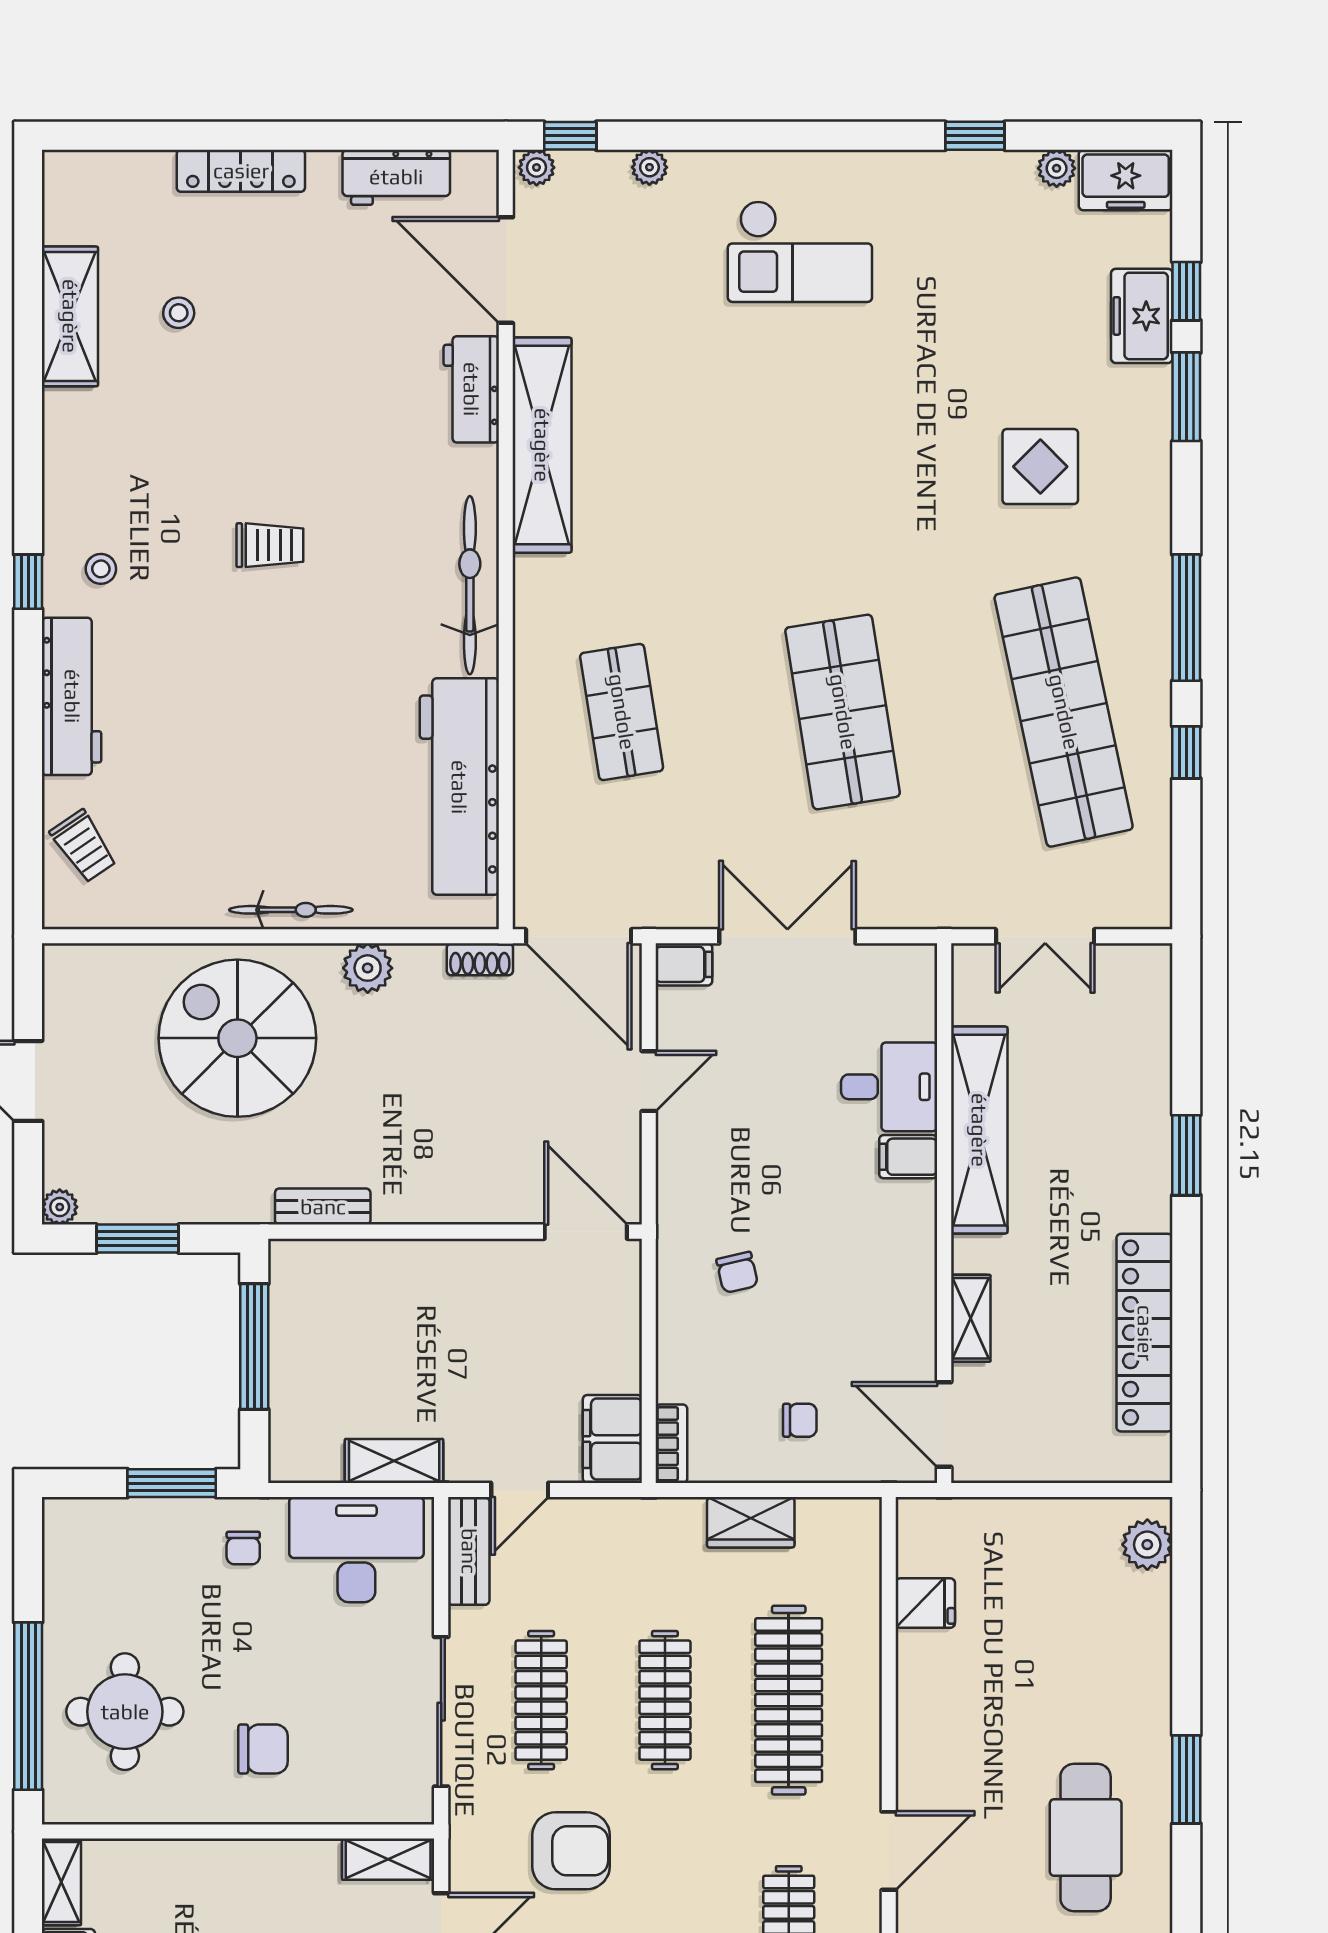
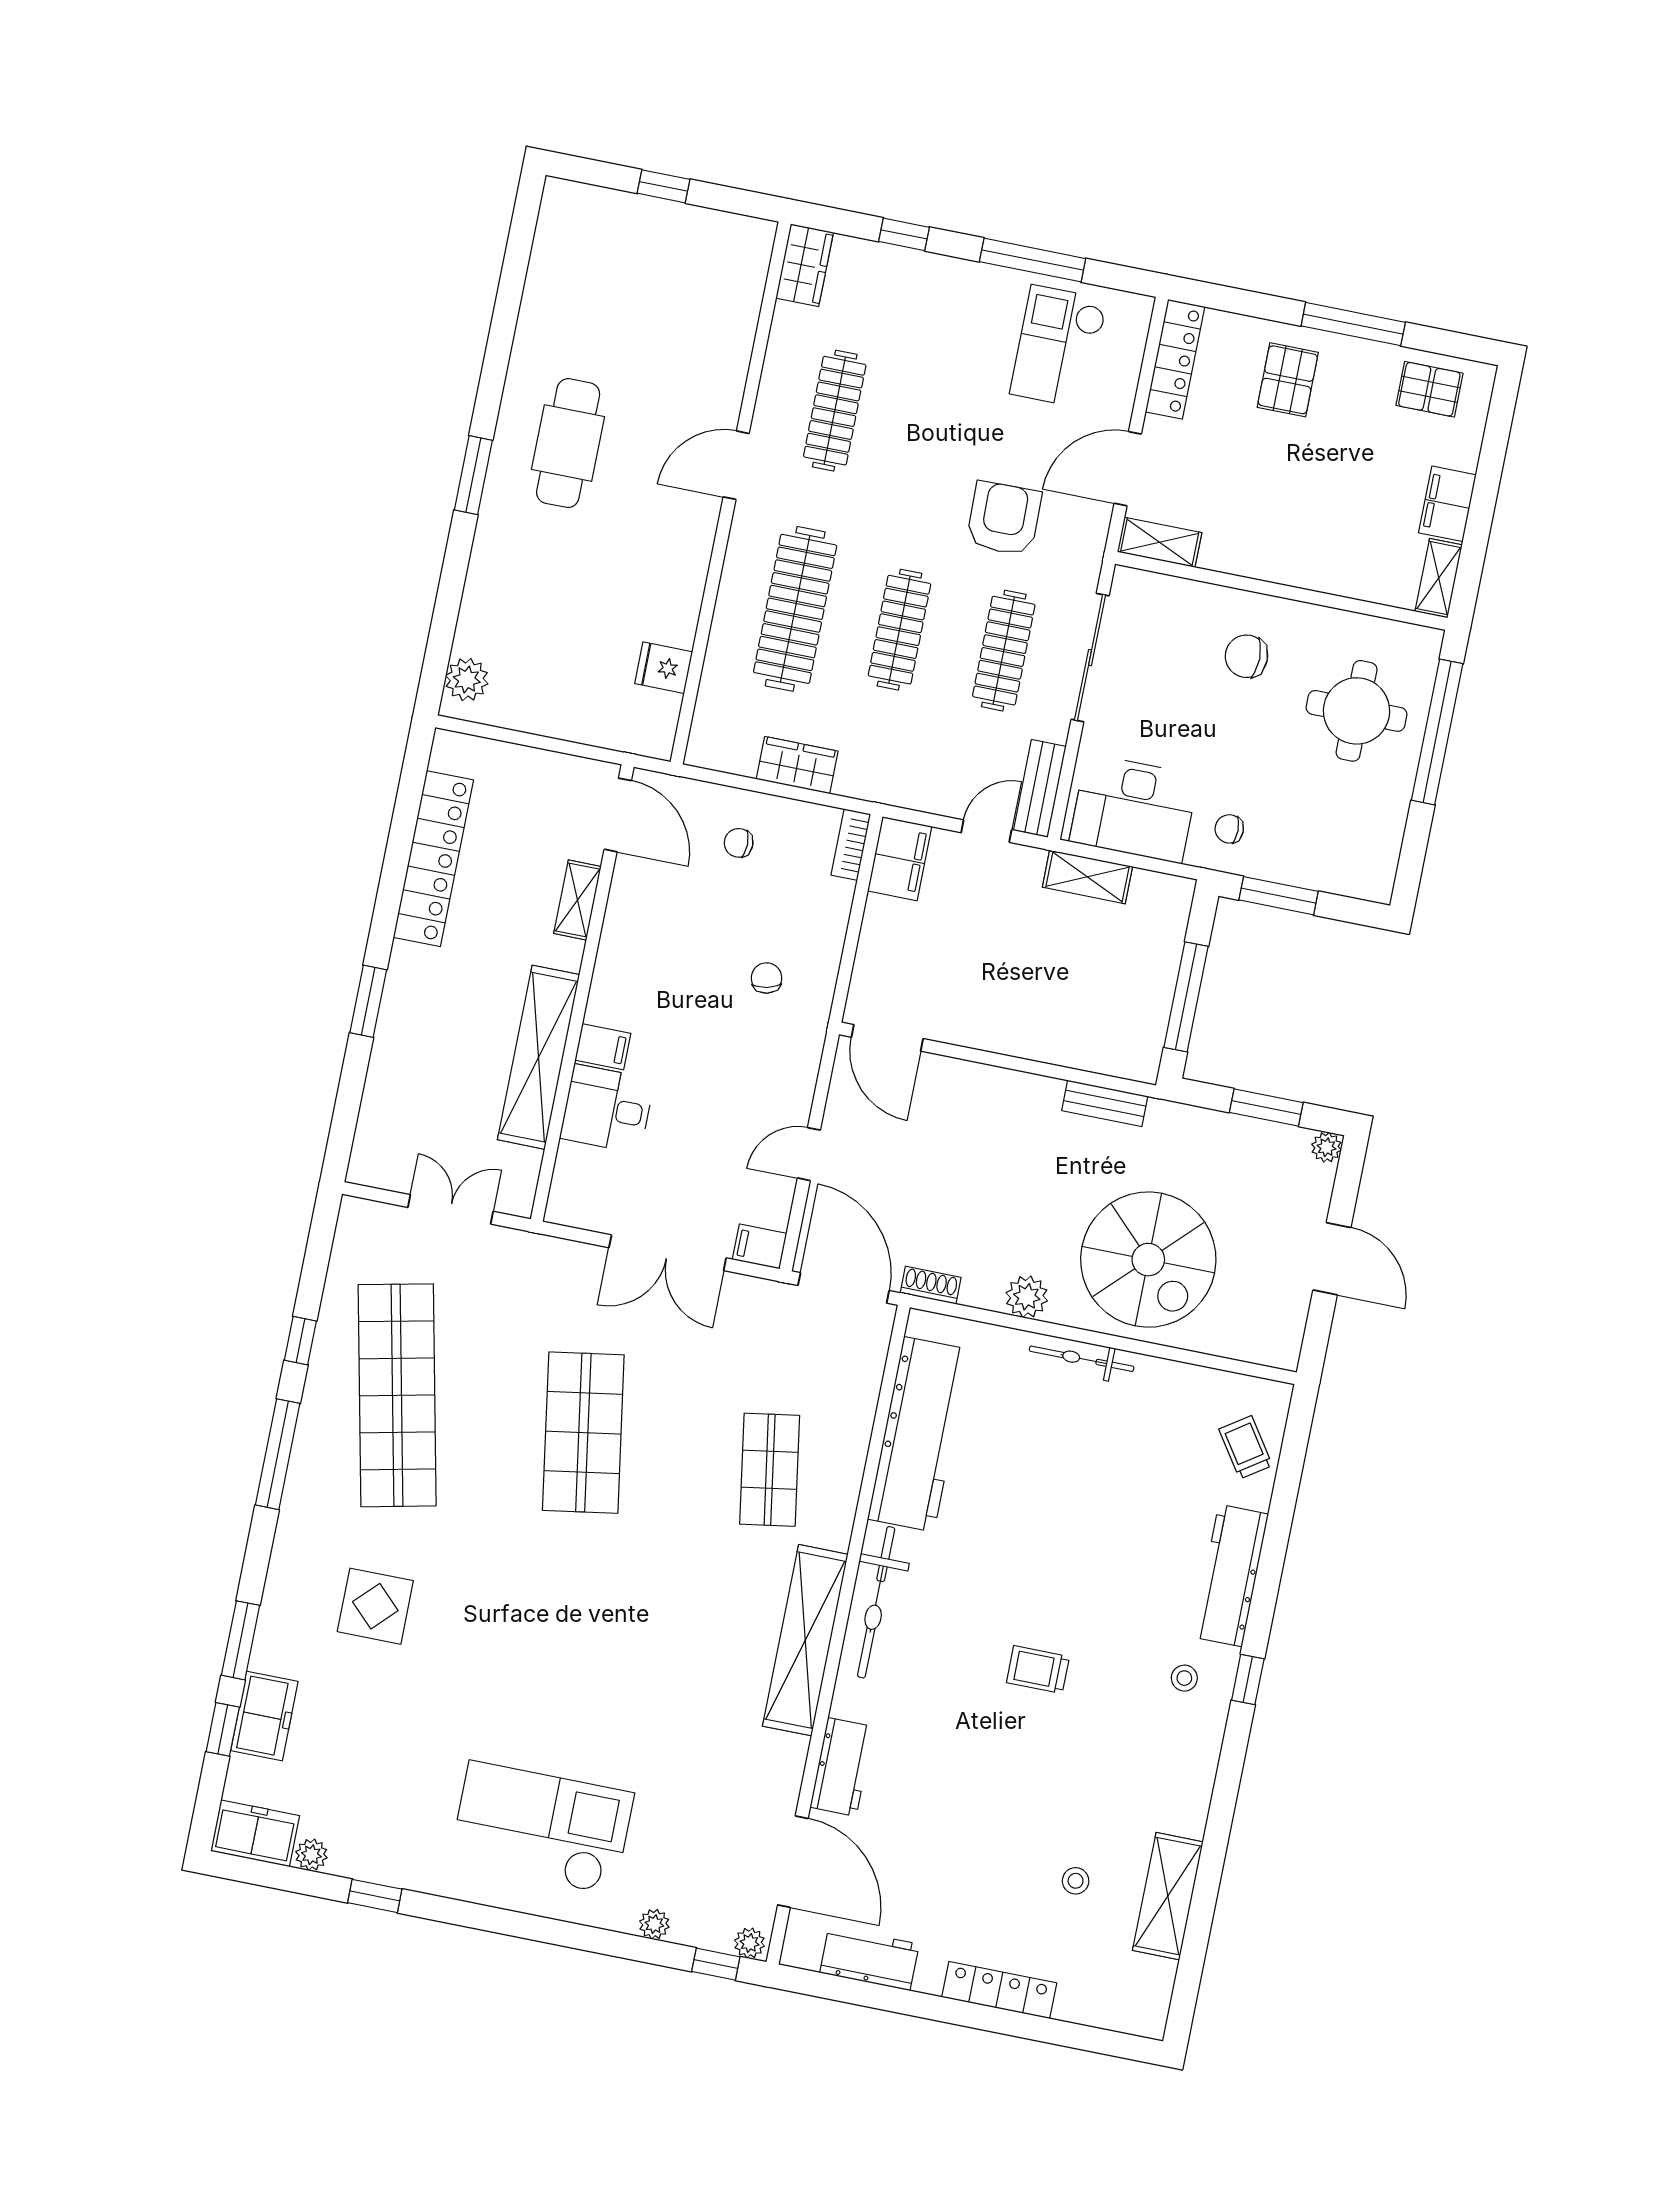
checkout: (800, 251) -> (542, 1828), width x1.36, depth x1.21
shelving: (542, 445) -> (805, 1640), moved
chair: (243, 1548) -> (1229, 829), turned -90
armchair: (571, 1851) -> (1004, 519), turned 89

